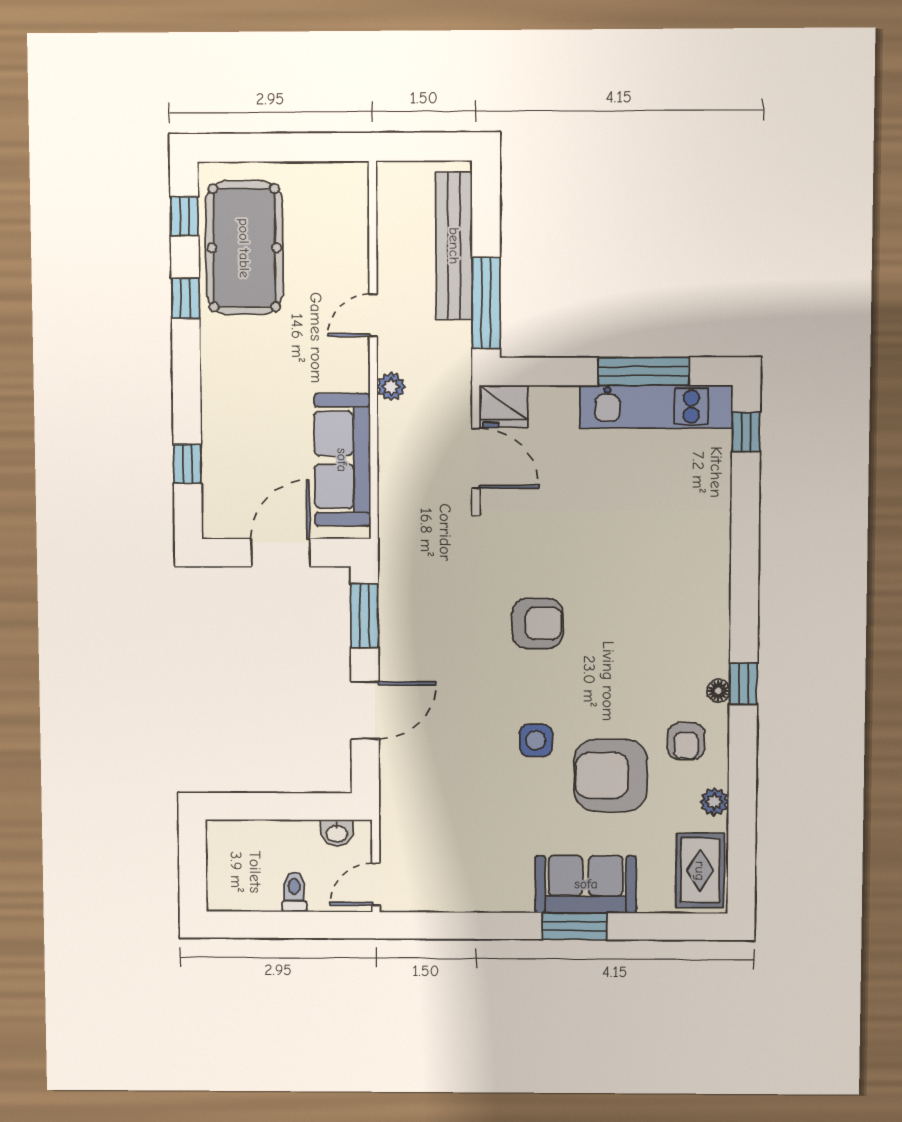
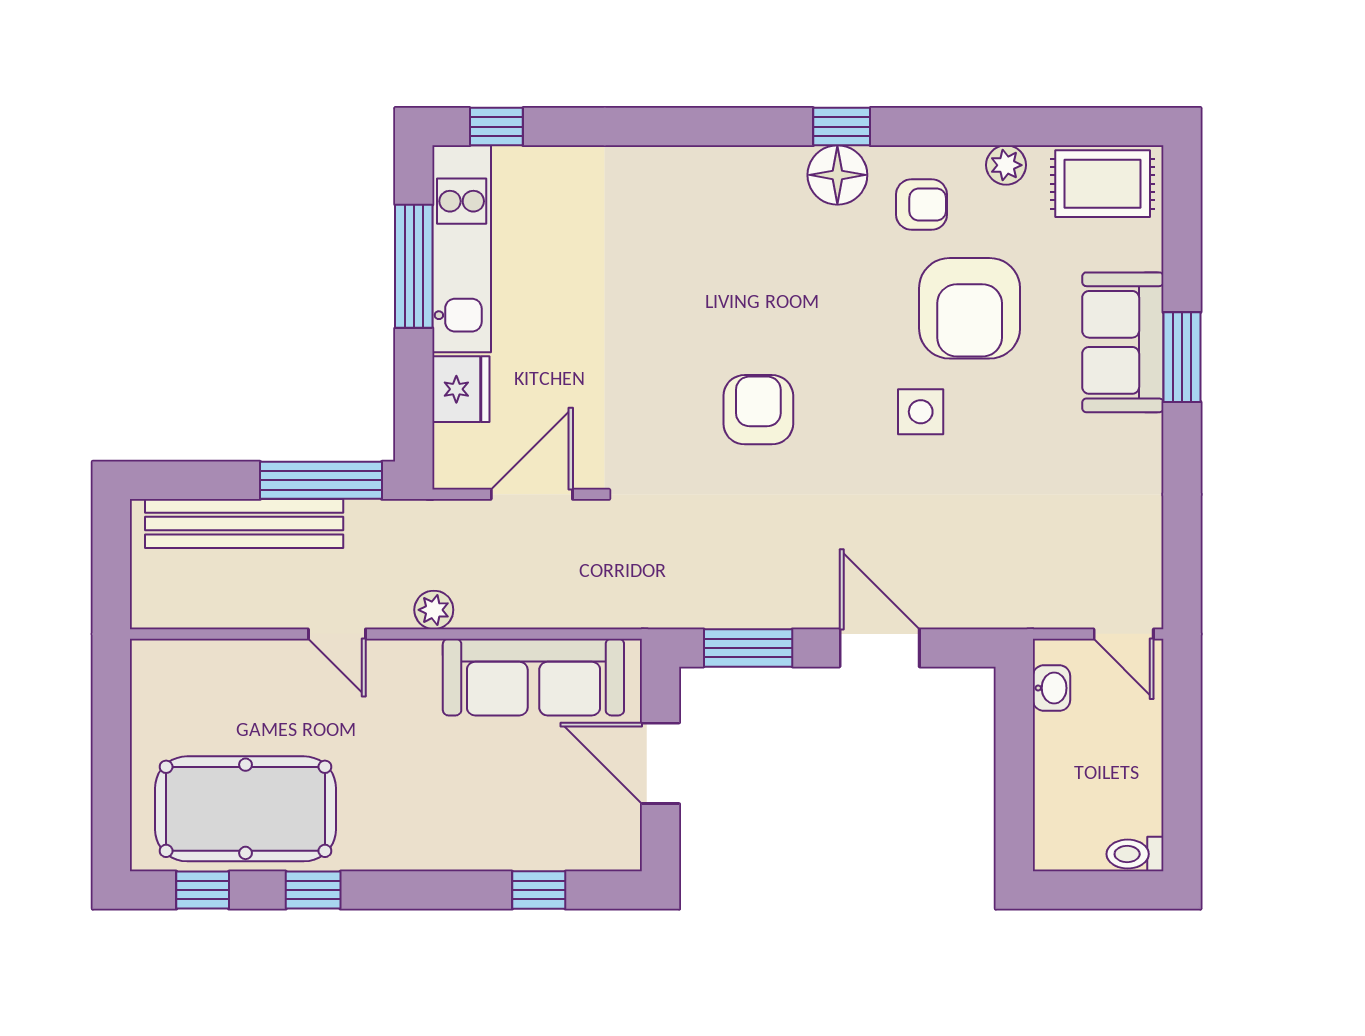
fridge: (503, 406) -> (461, 389), moved
floor lamp: (718, 691) -> (837, 175), width x1.89, depth x1.89
toilet: (294, 892) -> (1135, 854), moved

